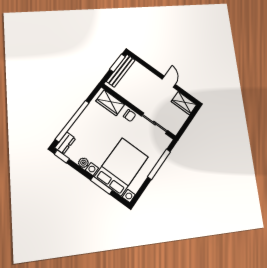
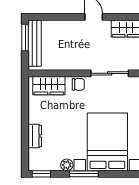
window: (72, 121) -> (25, 132), removed
dresser: (65, 143) -> (35, 136), moved
window: (101, 185) -> (84, 174), moved

